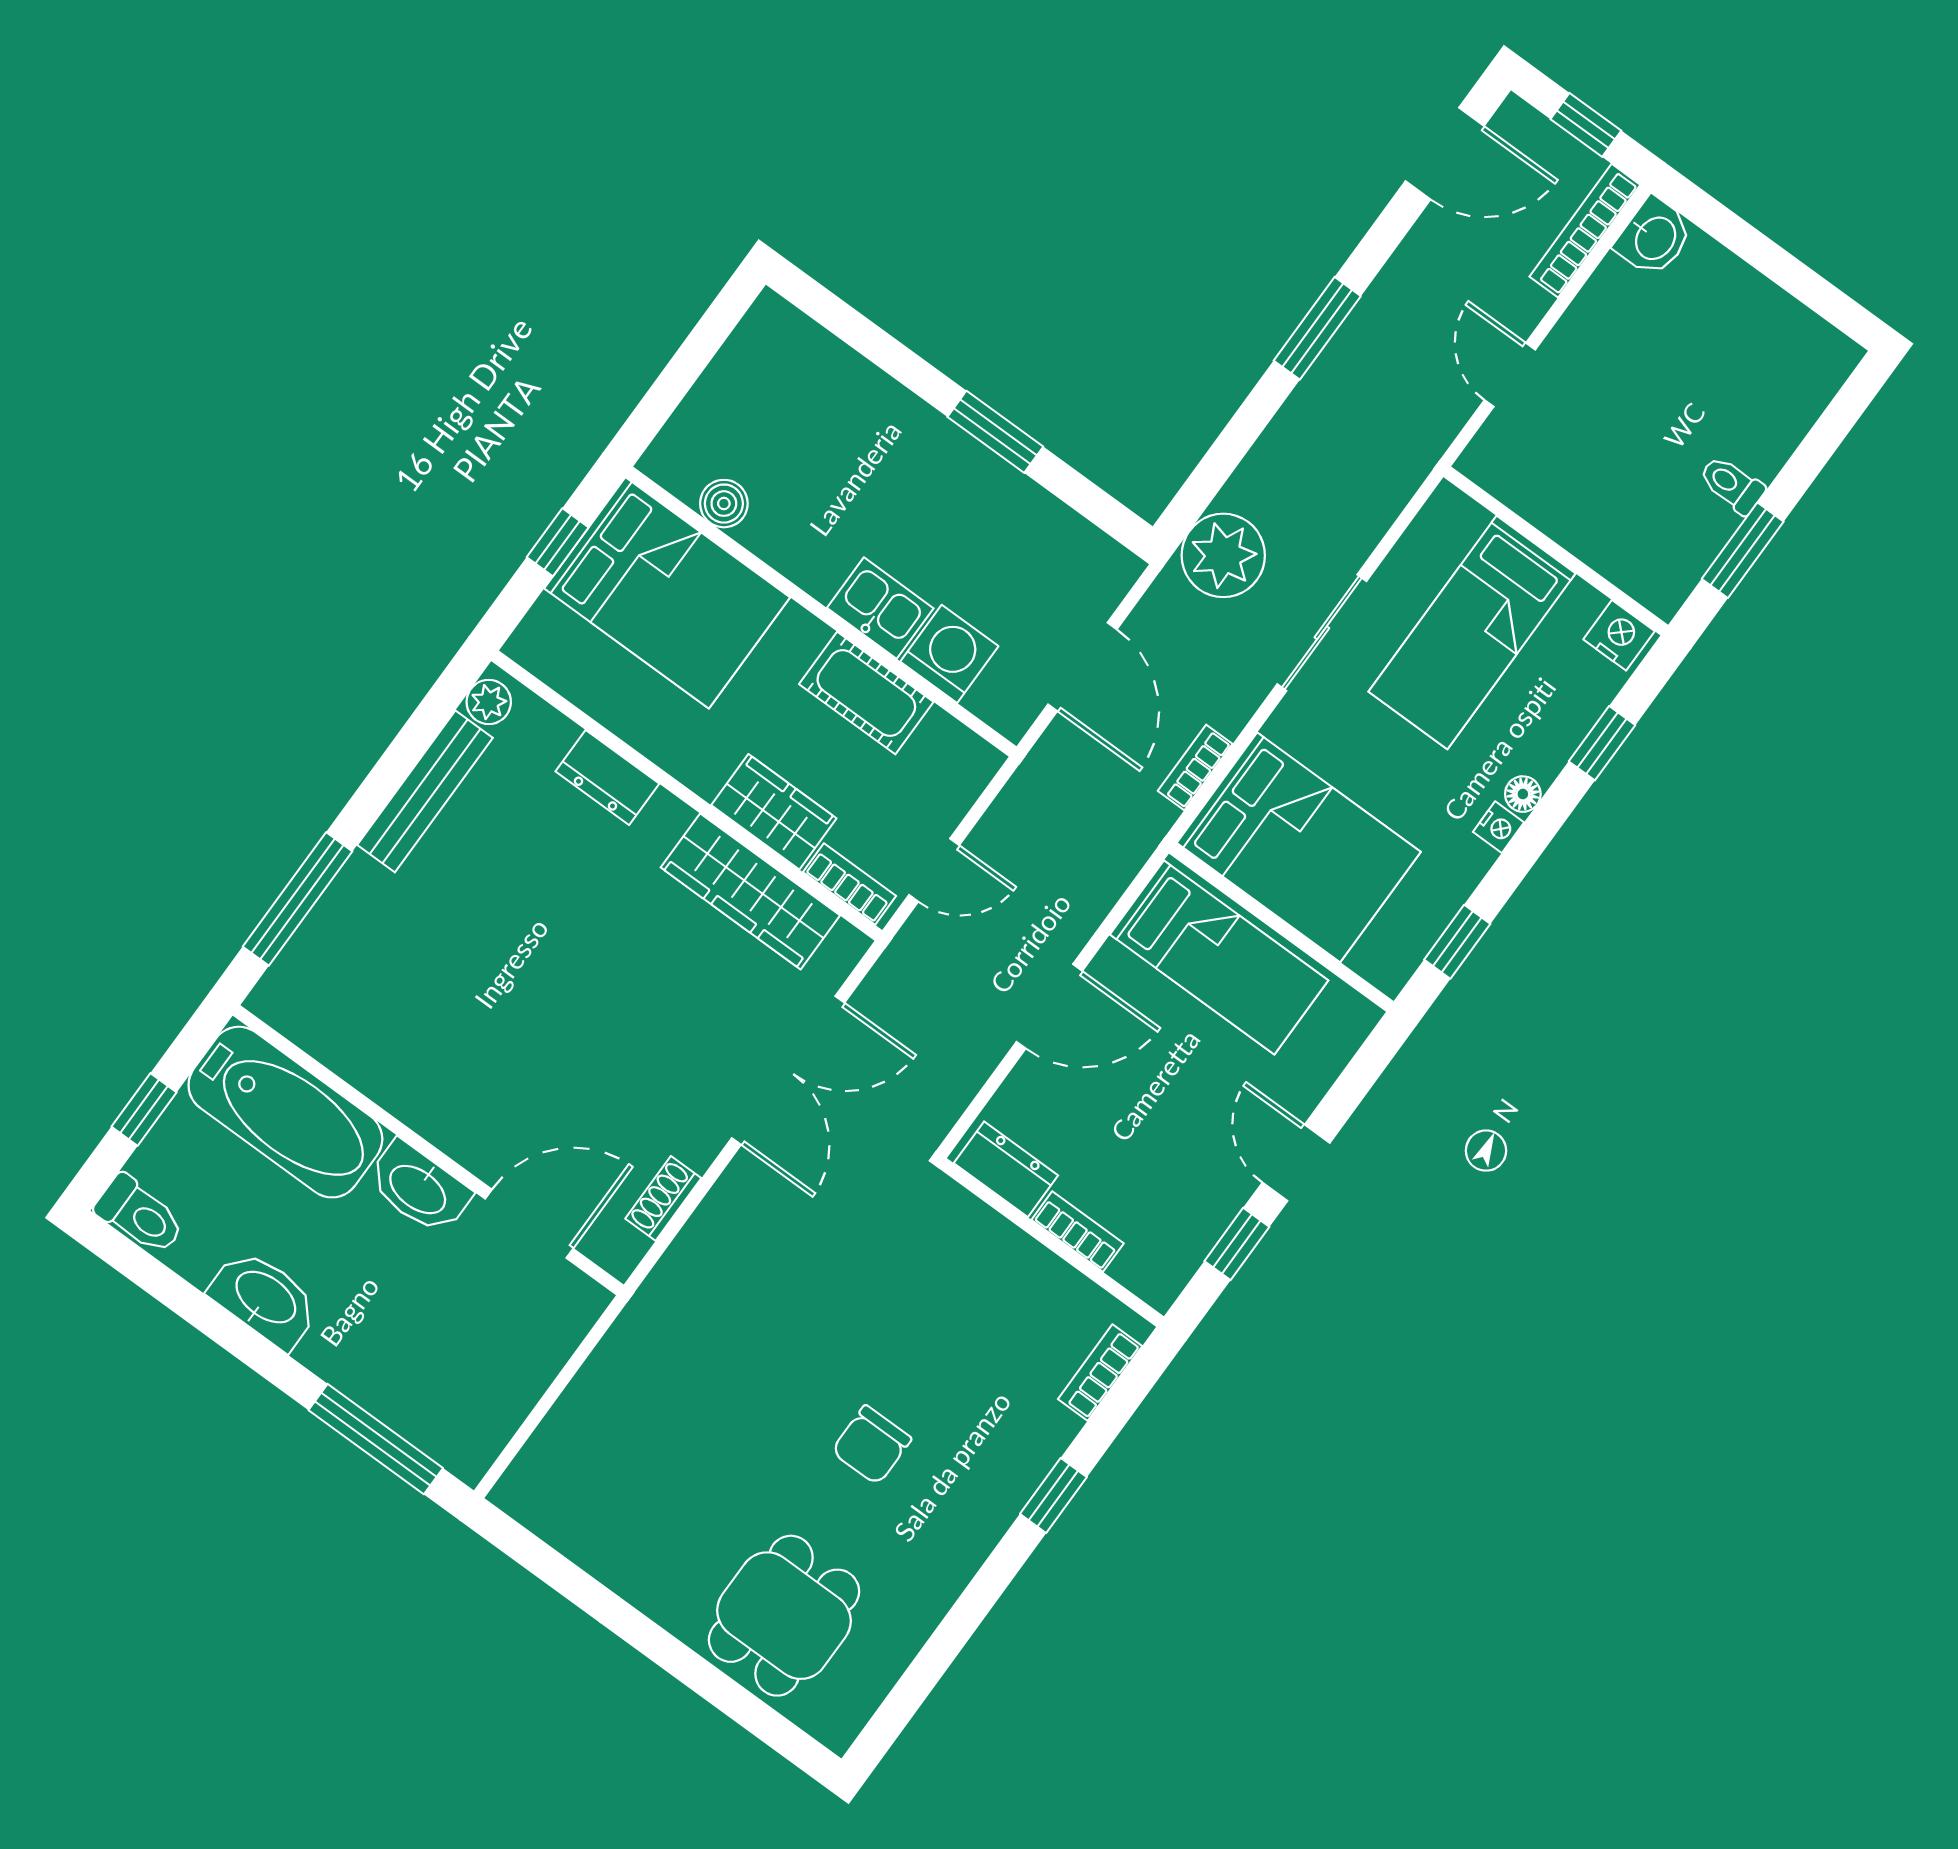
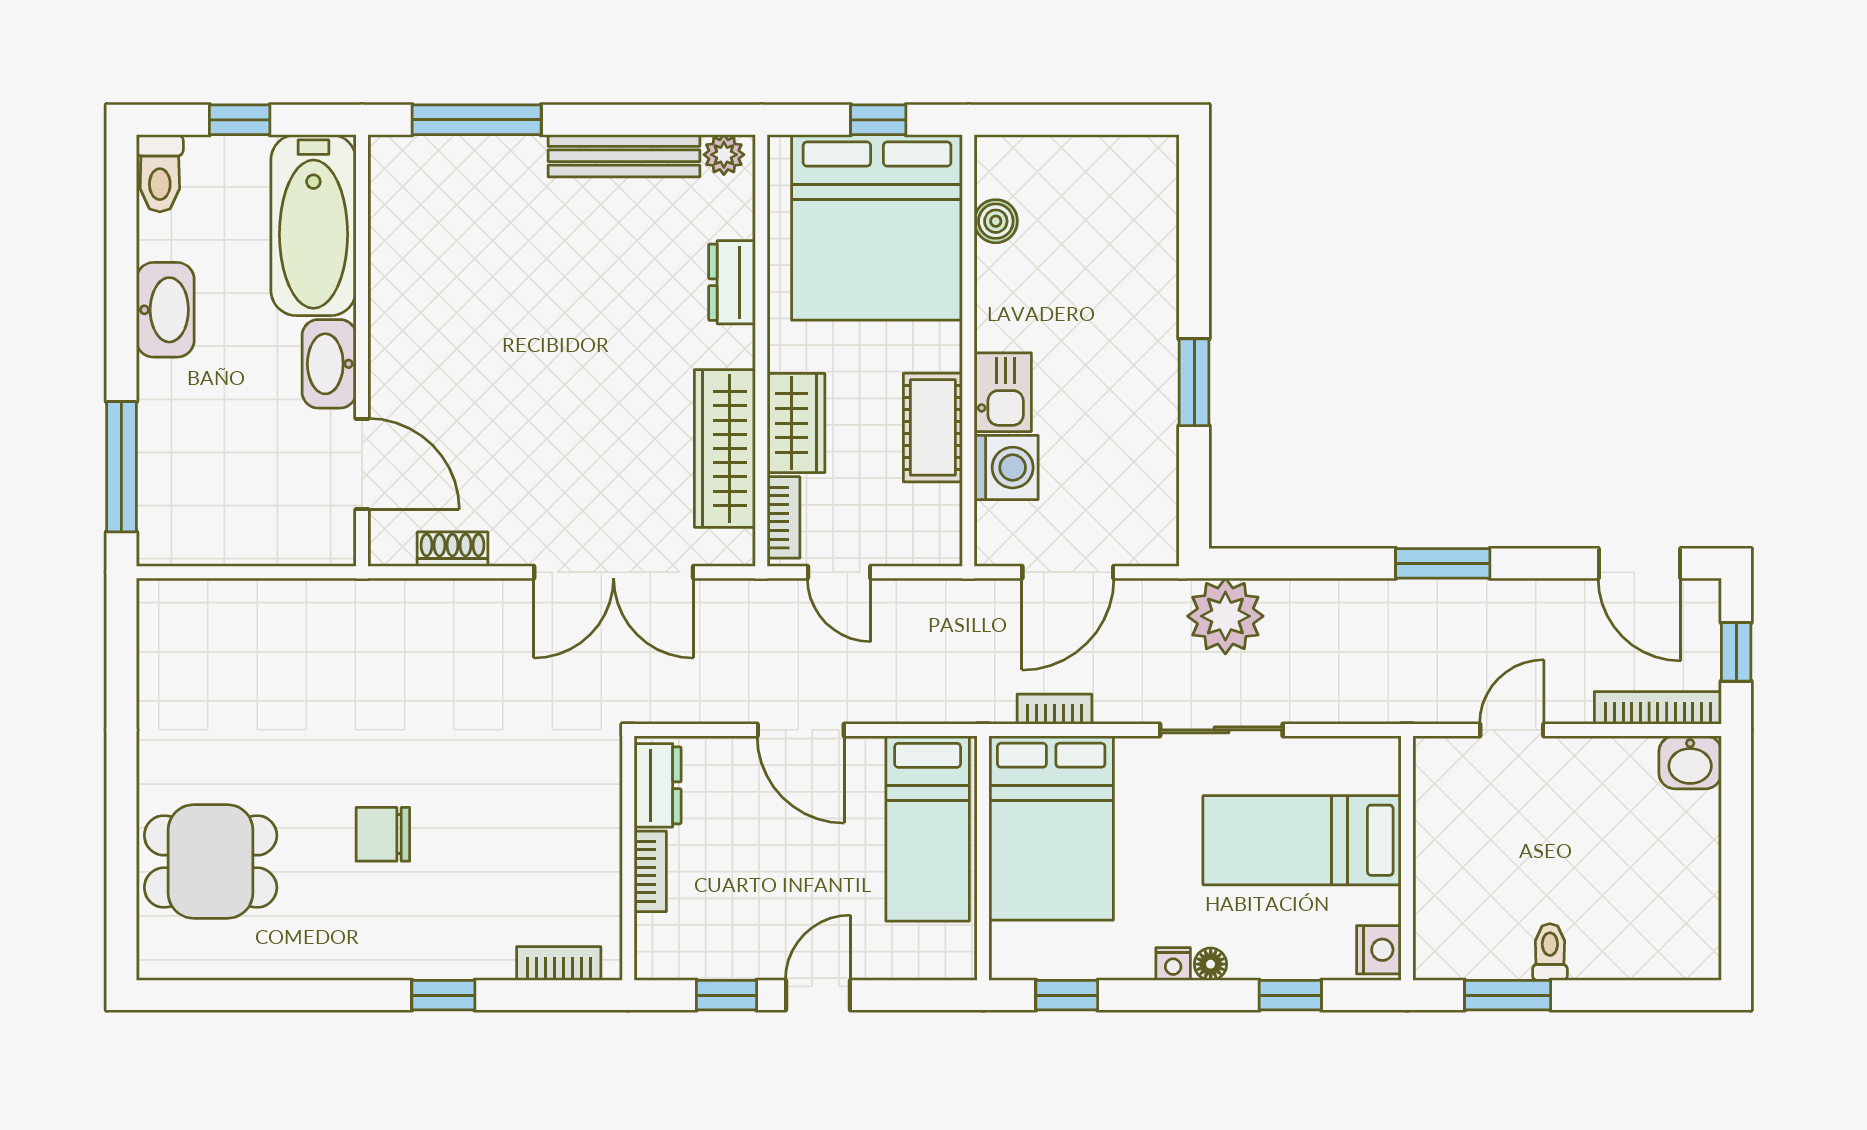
bed: (667, 593) -> (877, 227), width x1.36

